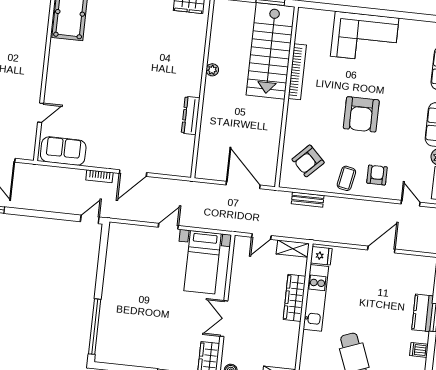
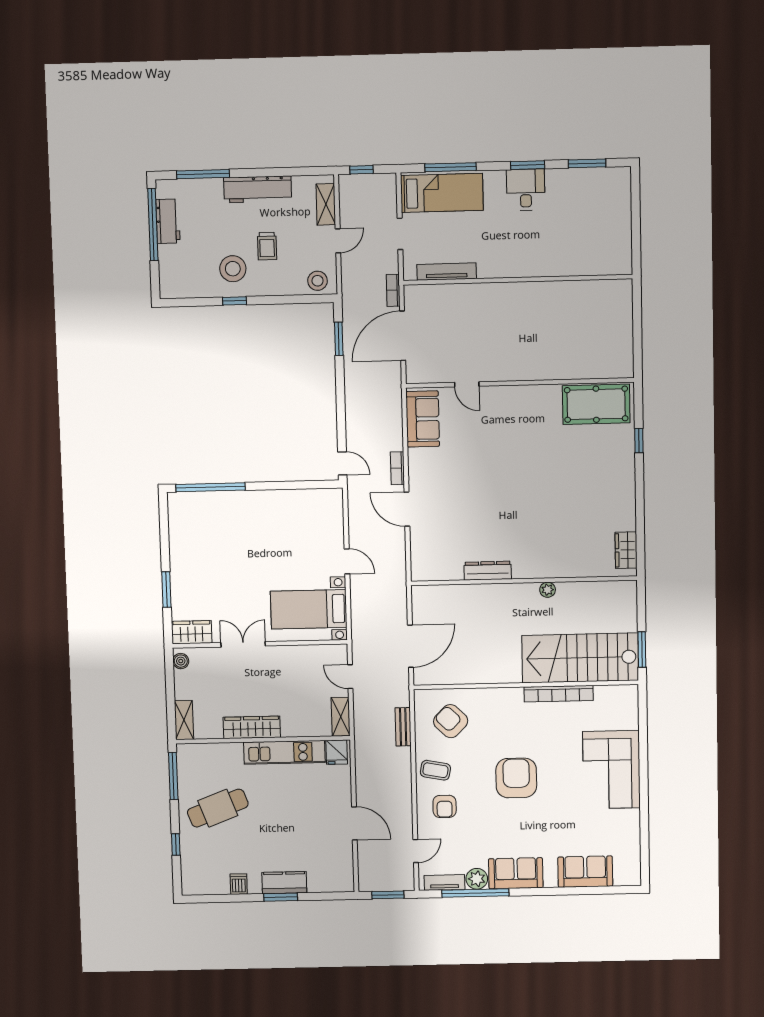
armchair: (361, 114) -> (516, 778), turned 90
armchair: (377, 175) -> (445, 806), turned 90
wardrobe: (295, 298) -> (252, 727), moved

